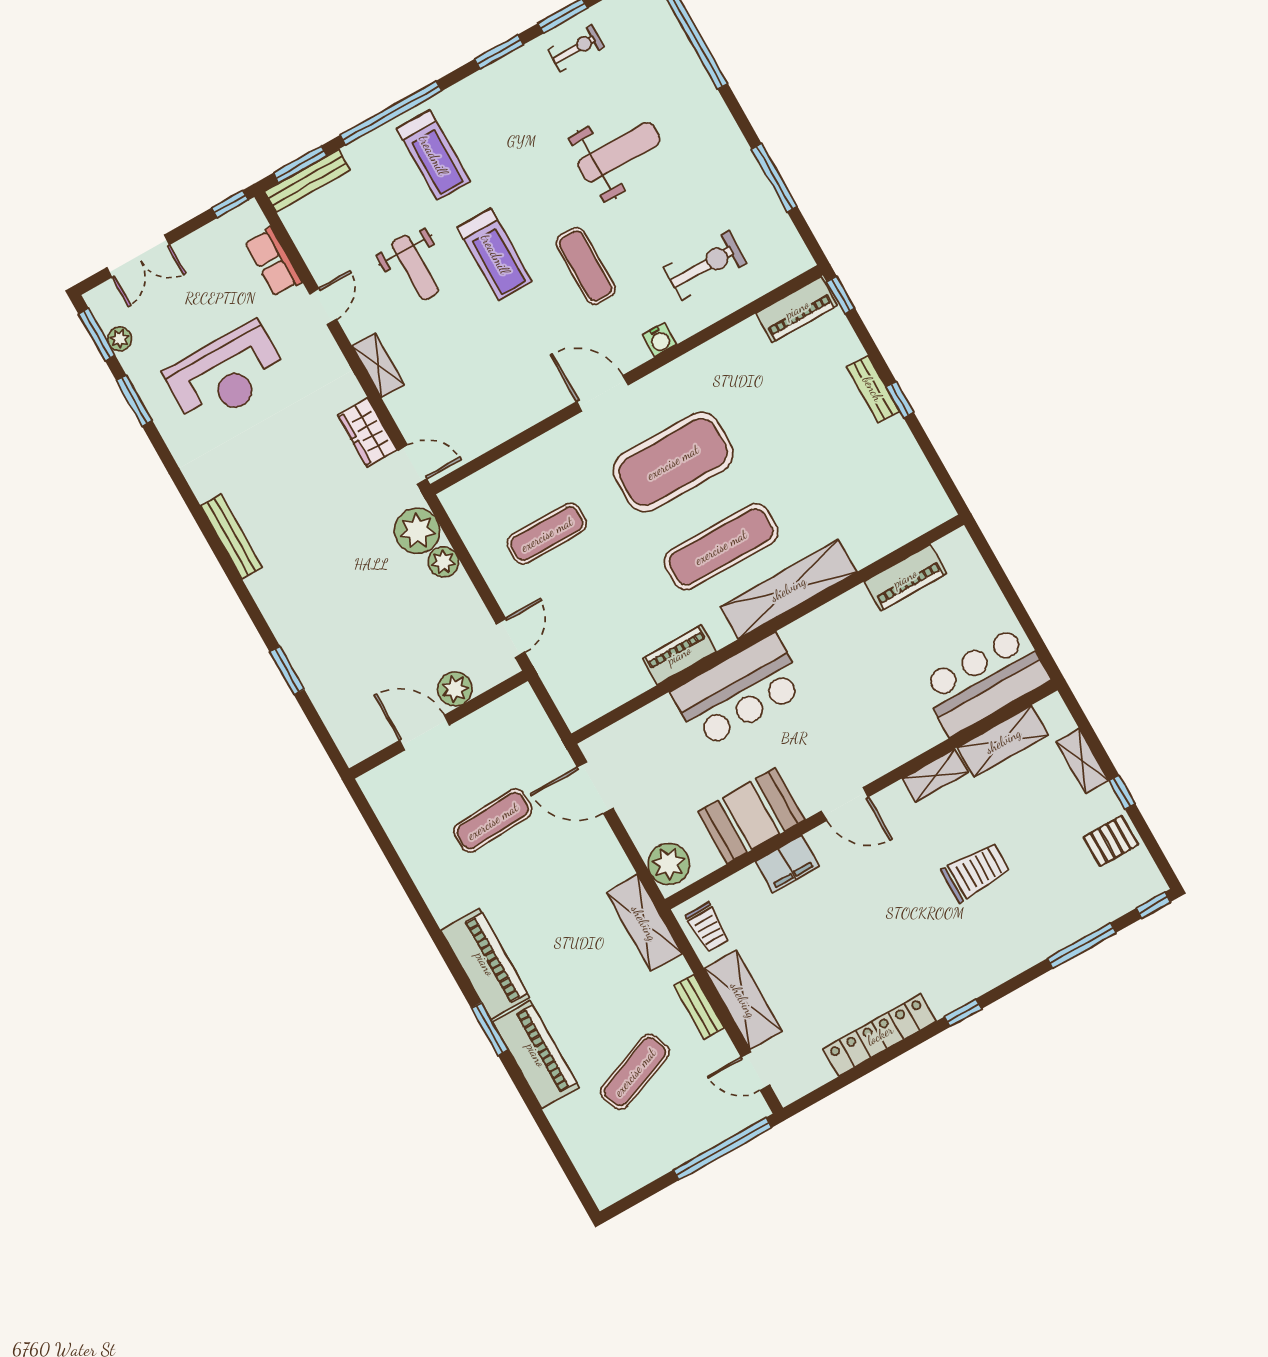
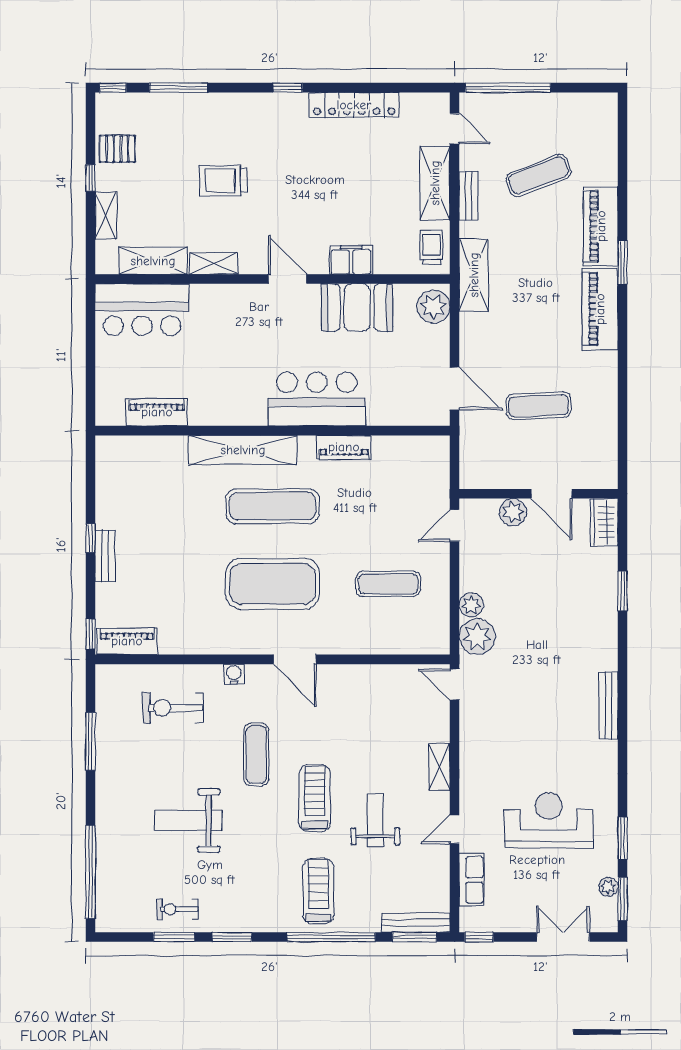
wardrobe: (367, 432) -> (604, 522), moved, turned 180

